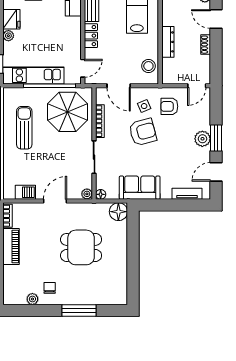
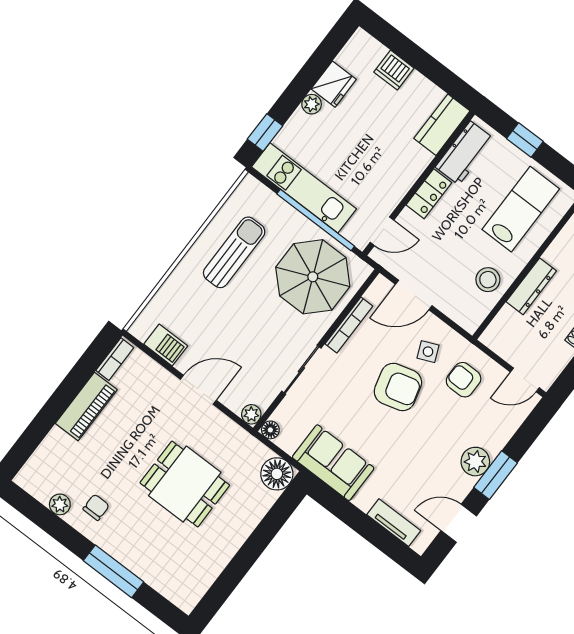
stool: (148, 66) -> (488, 280), moved
door: (119, 86) -> (414, 295), hinge flipped

